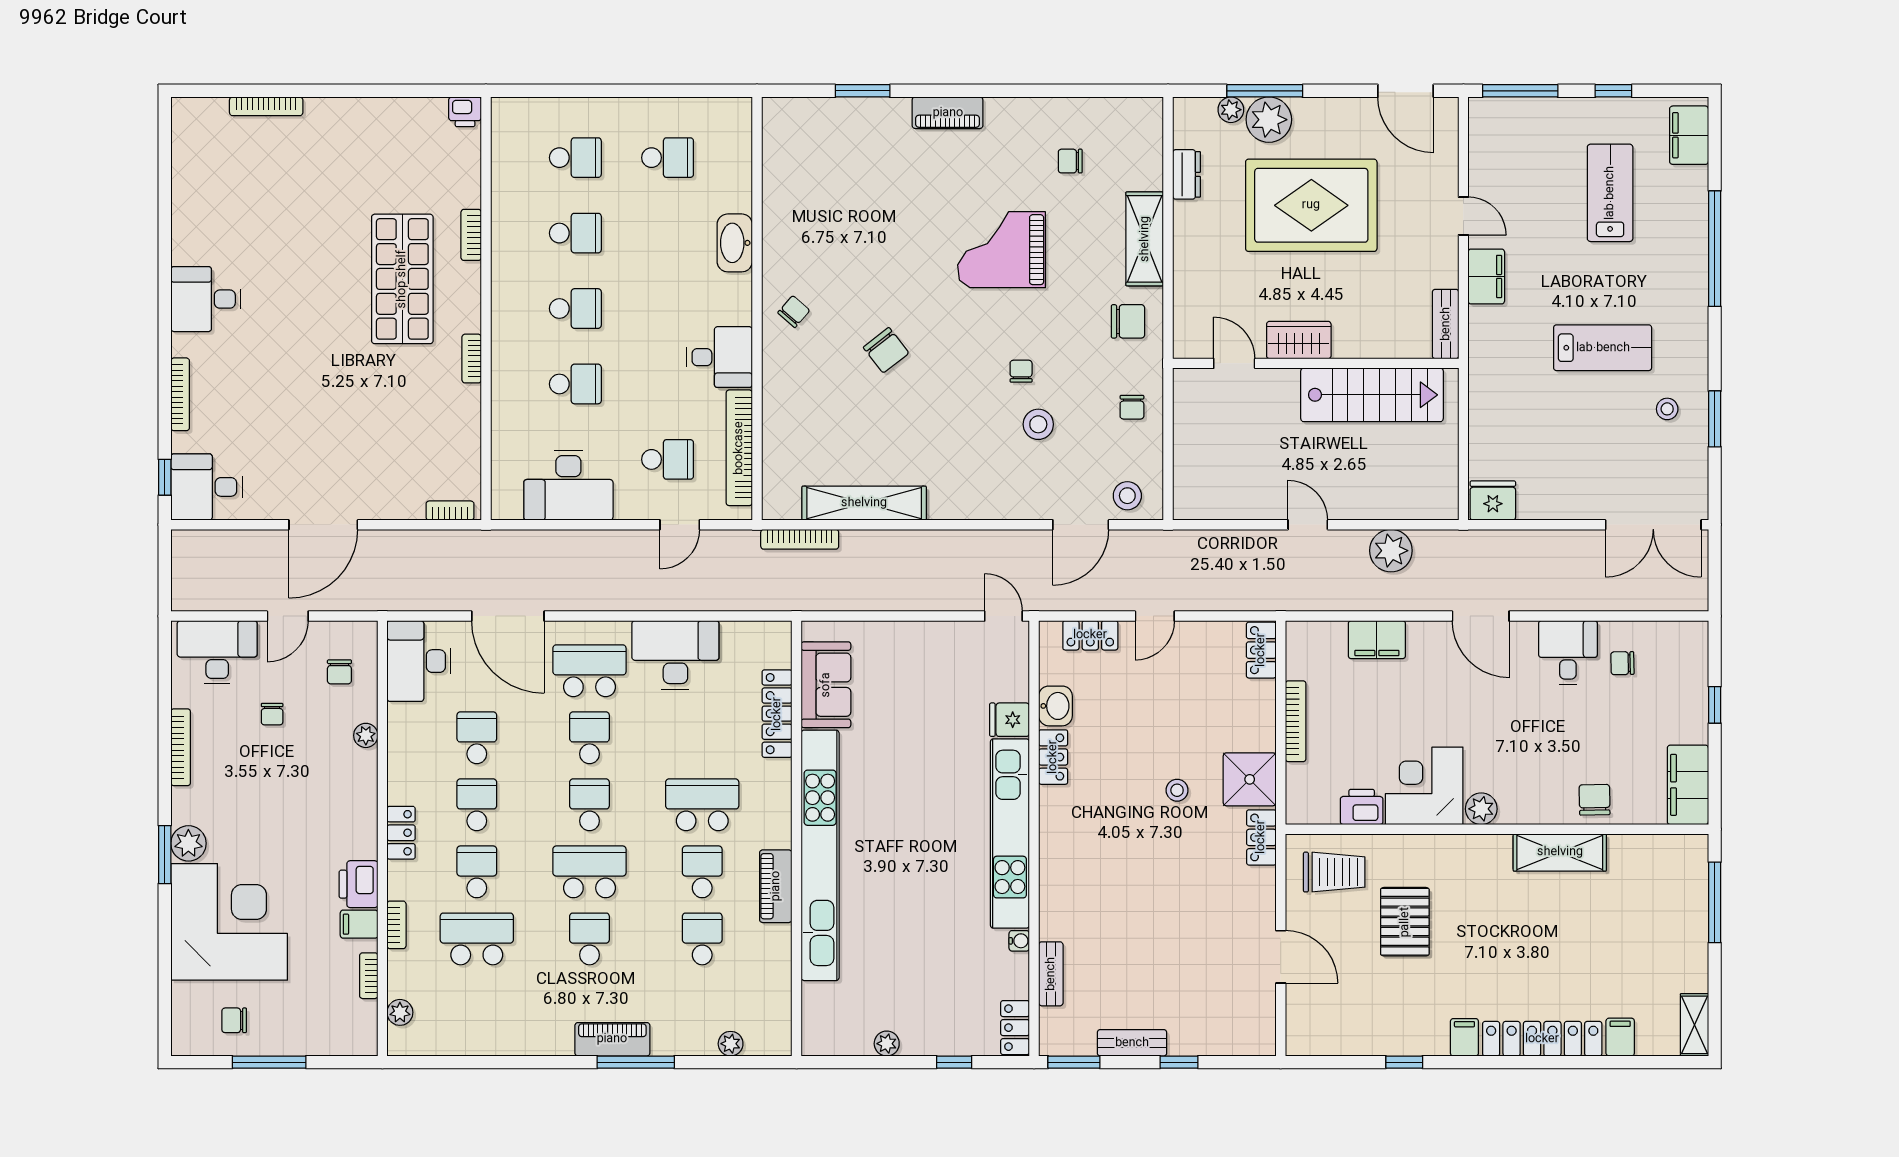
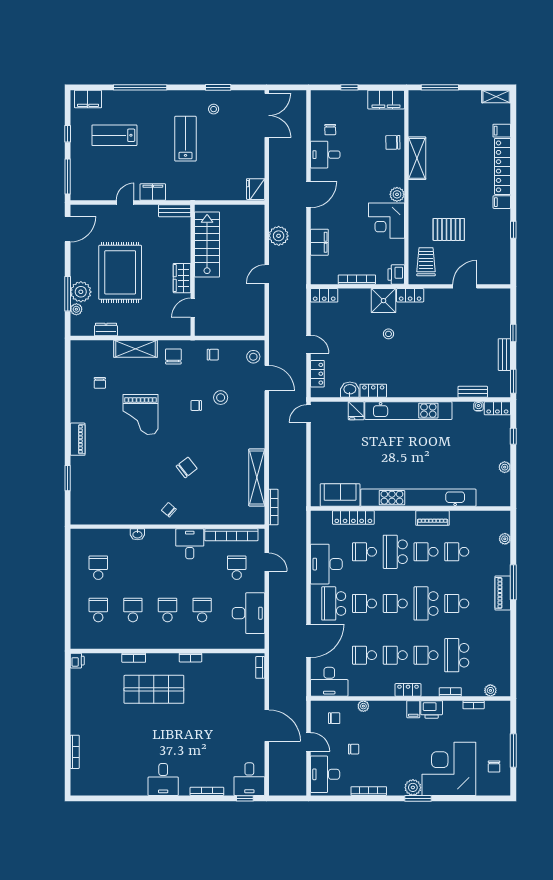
washbasin: (735, 243) -> (137, 534), width x0.52, depth x0.69
school desk: (702, 738) -> (364, 552), added
printer: (1362, 807) -> (396, 274), moved
filing cabinet: (359, 924) -> (413, 709), moved
water cooler: (1019, 941) -> (478, 406), moved

